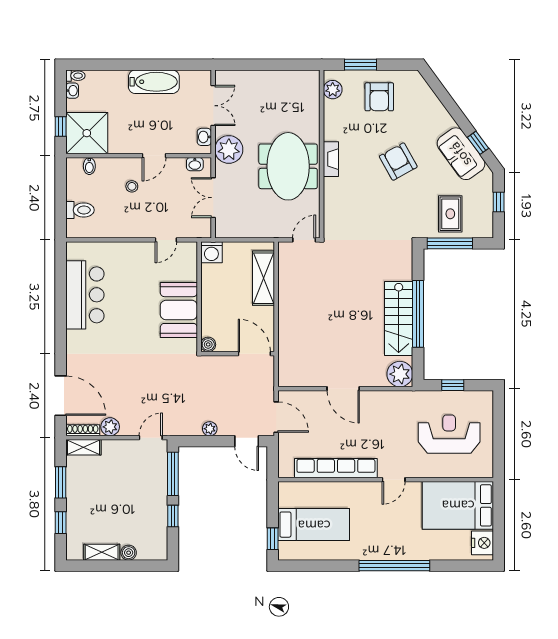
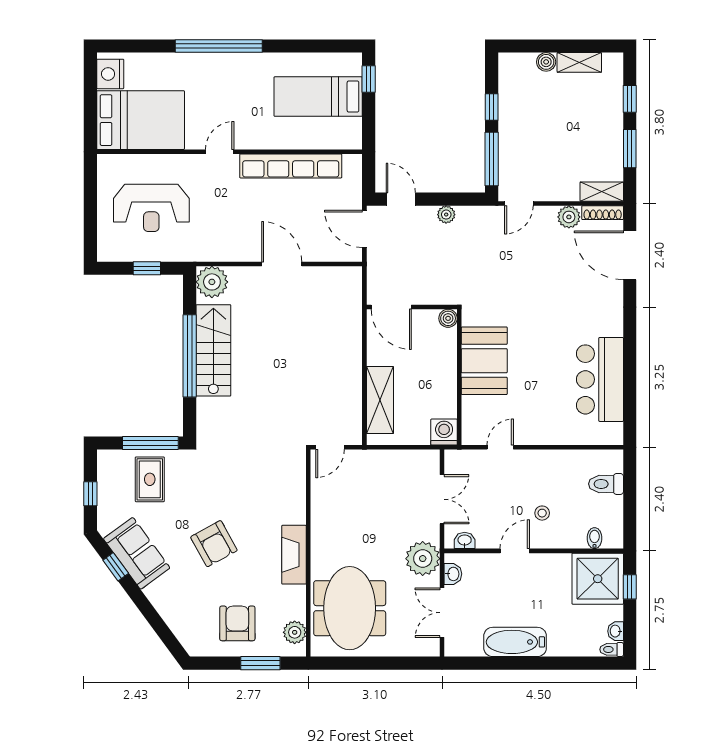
fireplace: (331, 159) -> (294, 555), width x1.37, depth x1.32
meeting table: (288, 166) -> (350, 608), moved

